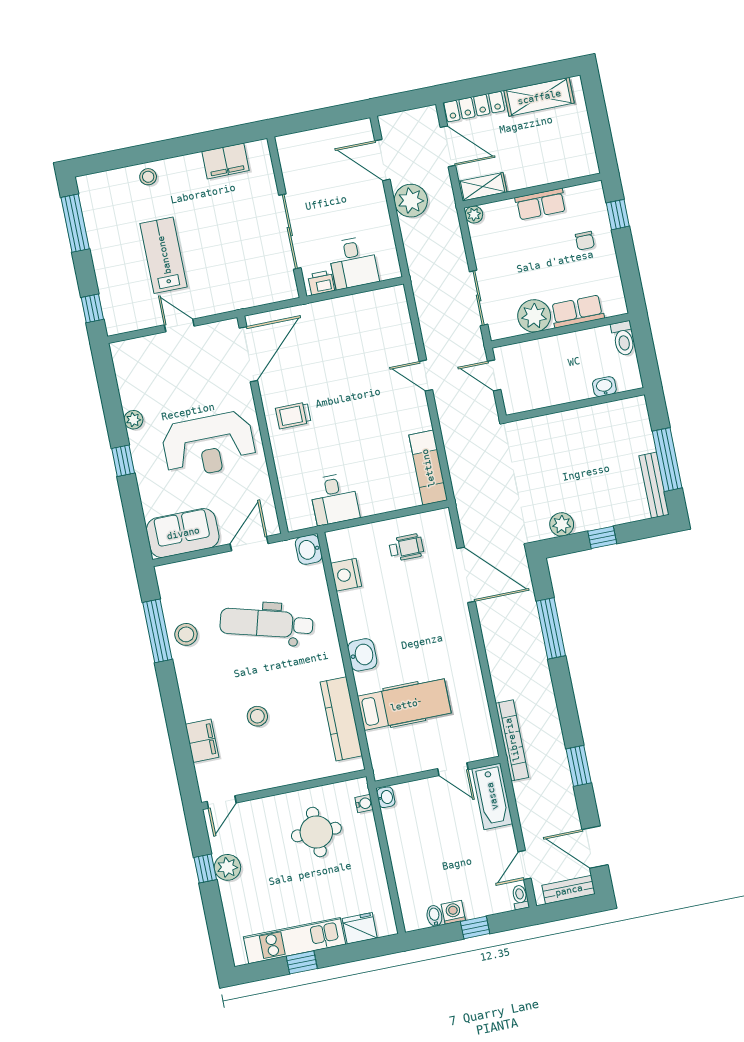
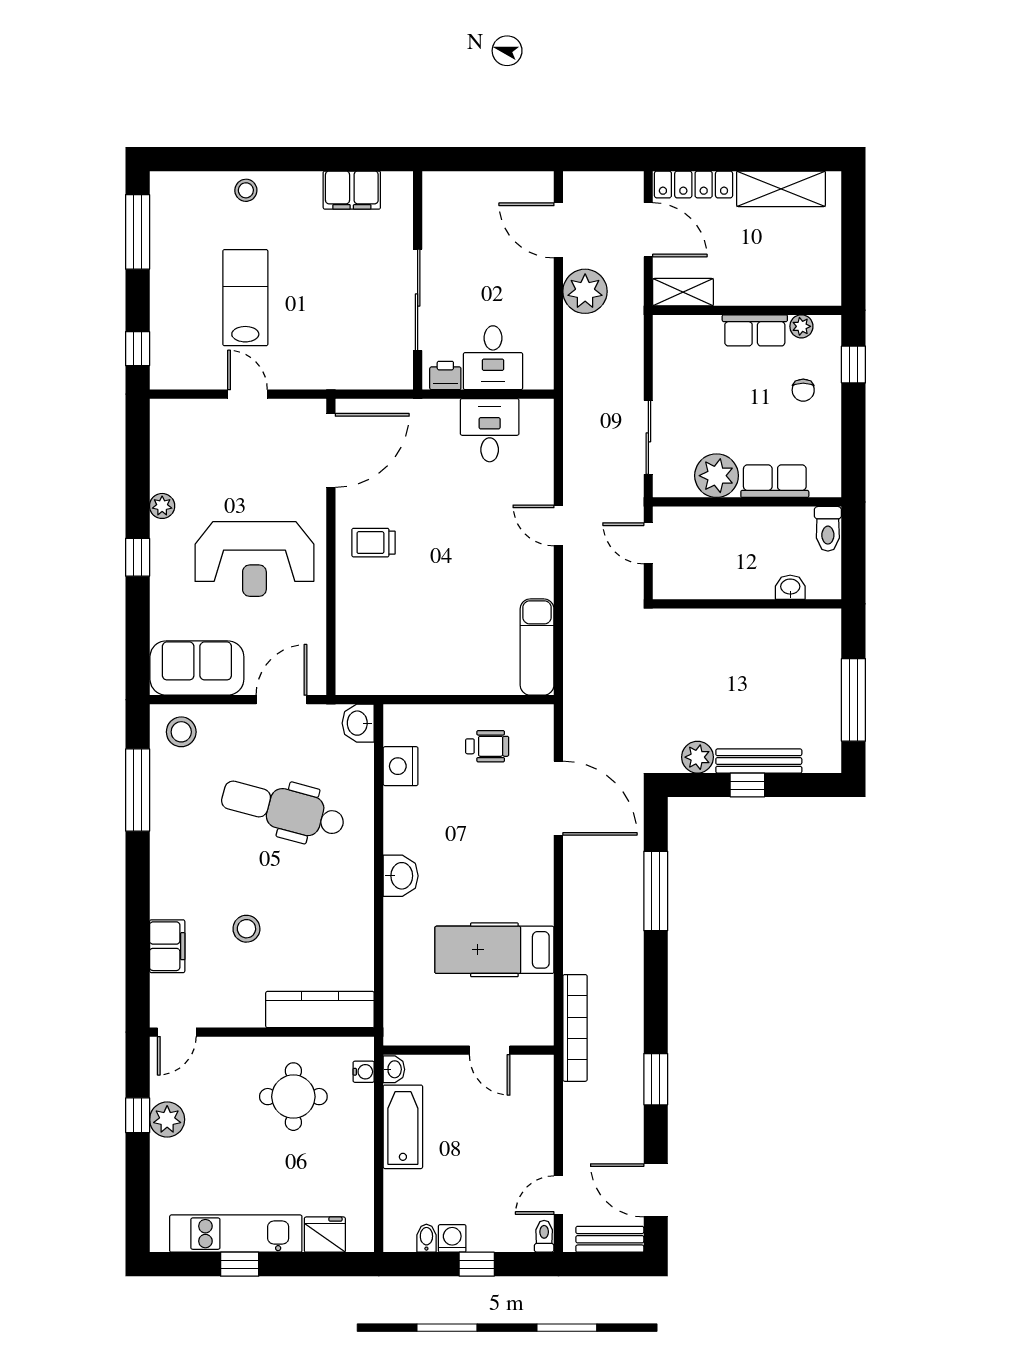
plant: (474, 214) -> (801, 326), moved
bench: (654, 485) -> (759, 761), moved, turned 90
desk: (334, 499) -> (490, 430), moved, turned 180
stool: (186, 634) -> (181, 732), moved
hospital bed: (404, 705) -> (494, 950), moved, turned 180
kitchen counter: (341, 719) -> (320, 1010), moved, turned 90
bathtub: (492, 796) -> (403, 1127), moved, turned 180

